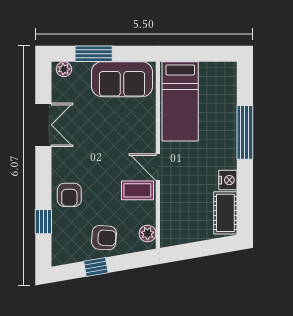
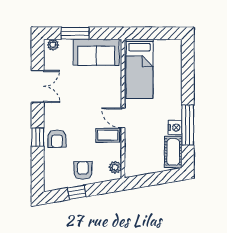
window: (245, 132) -> (188, 125), moved
window: (43, 222) -> (38, 137), moved
armchair: (104, 238) -> (83, 170), turned -94

